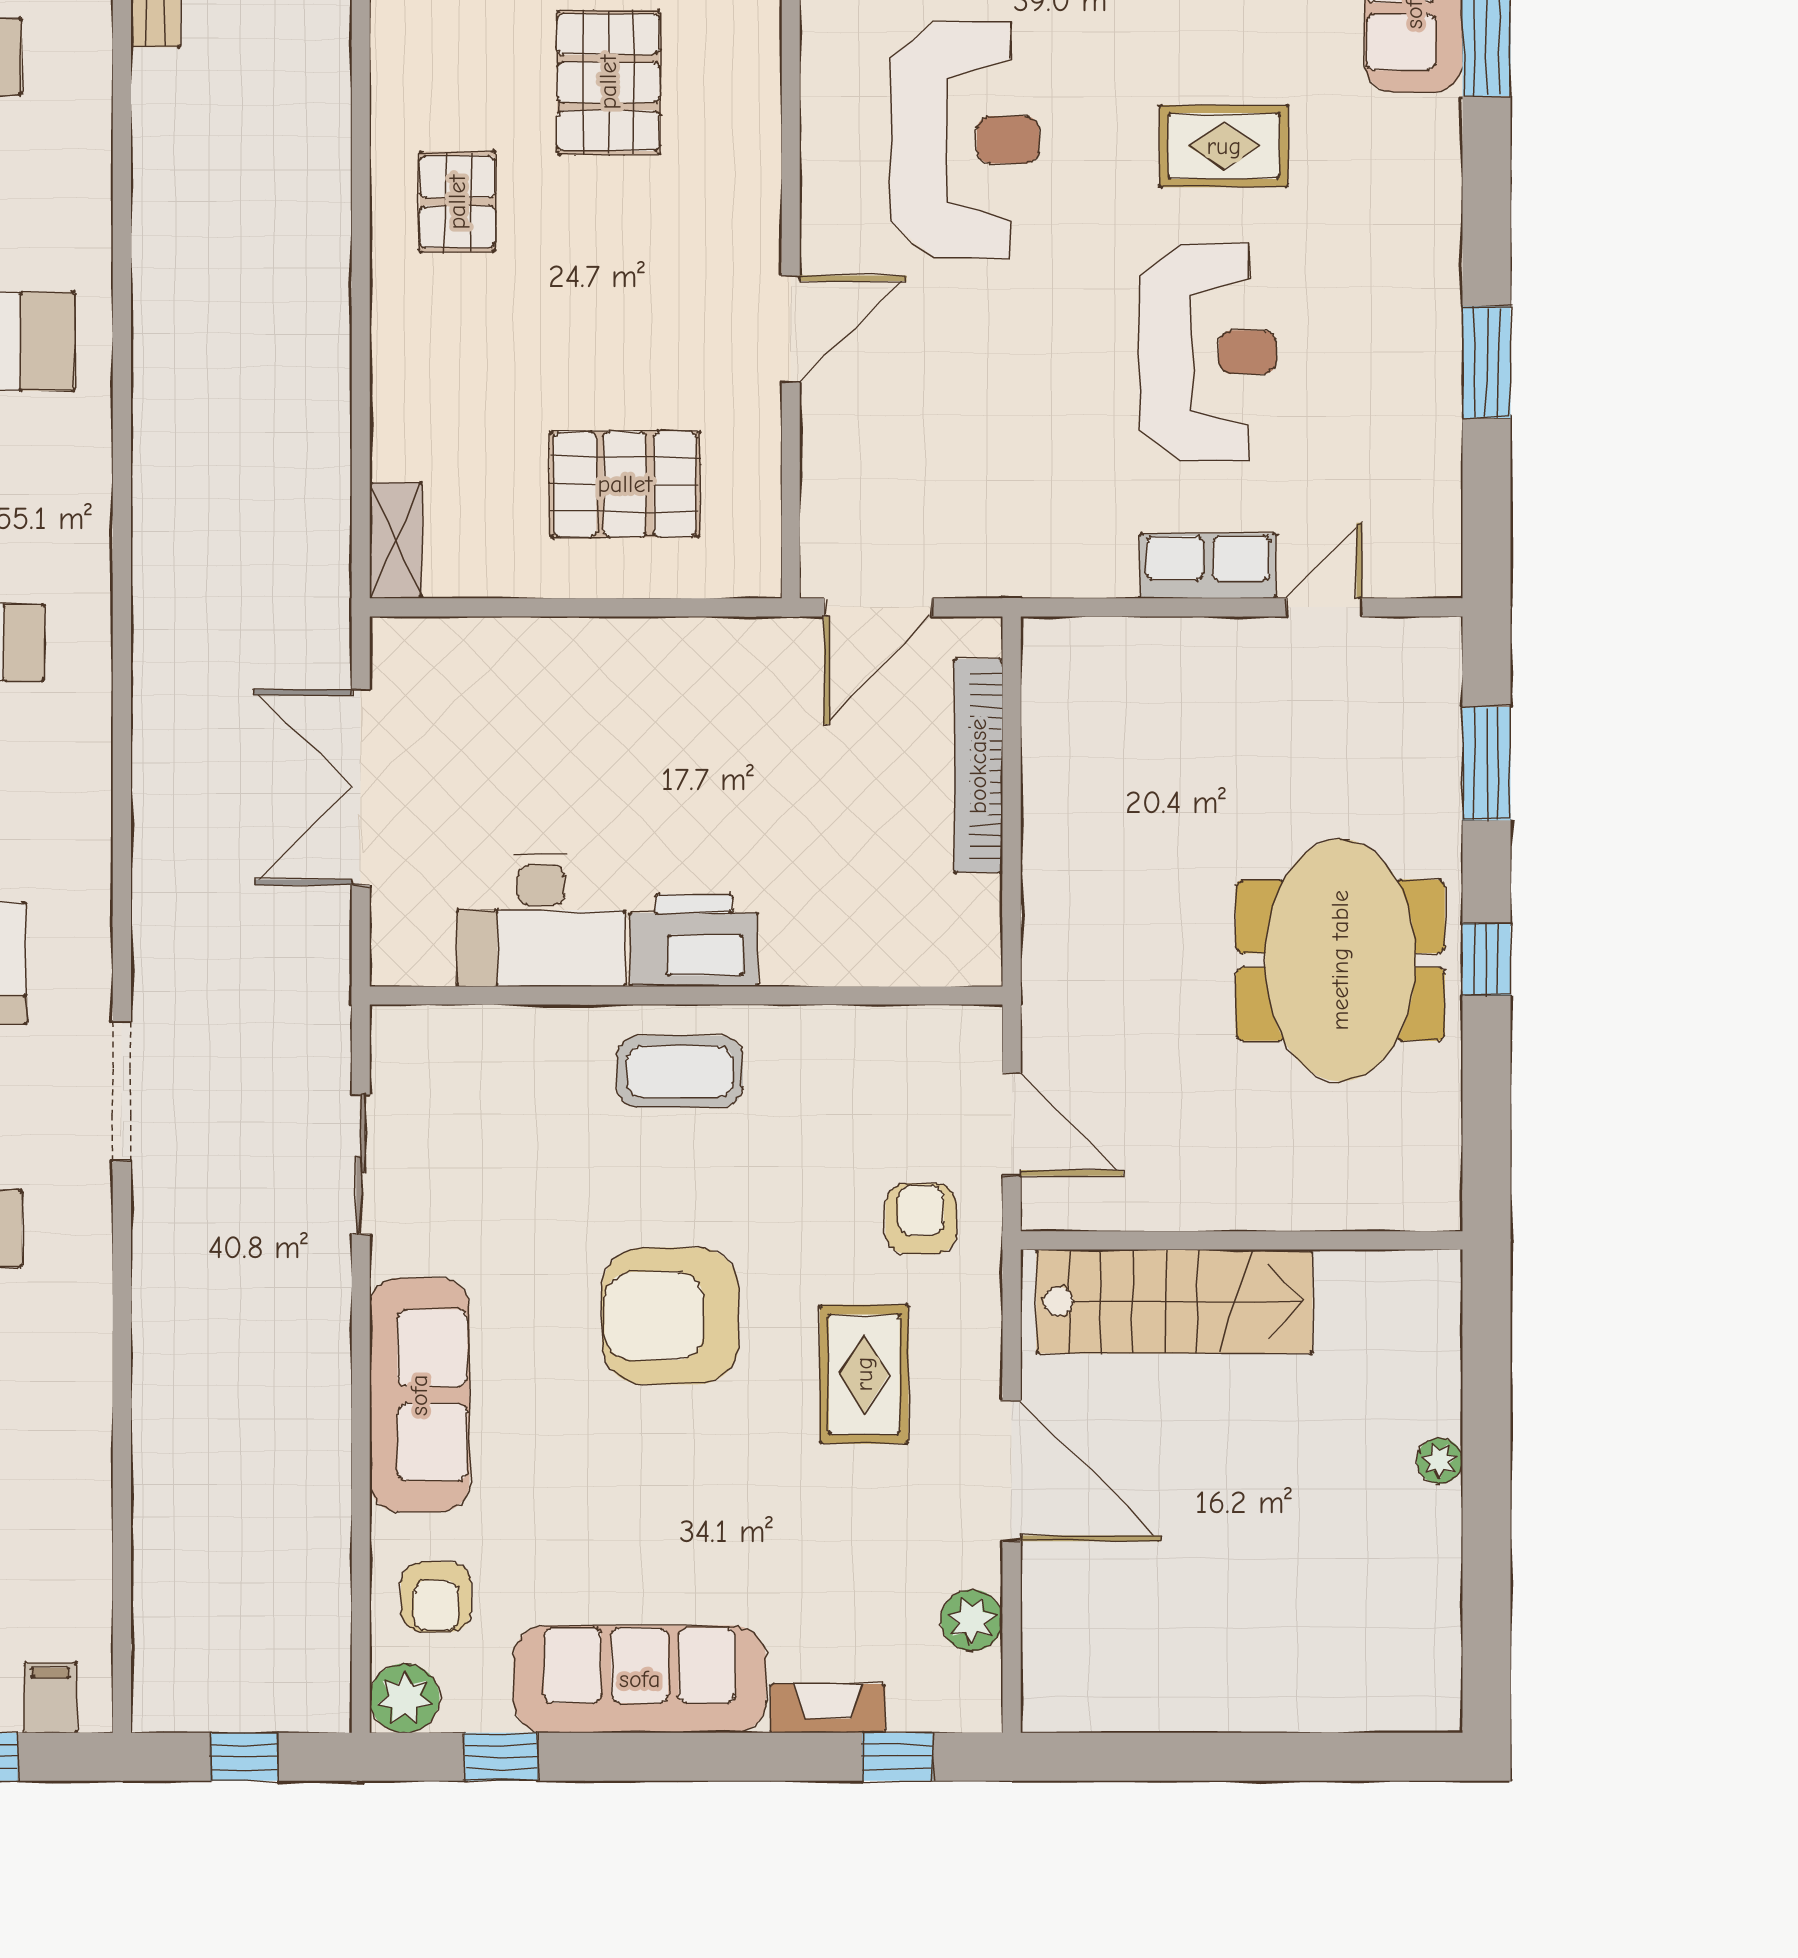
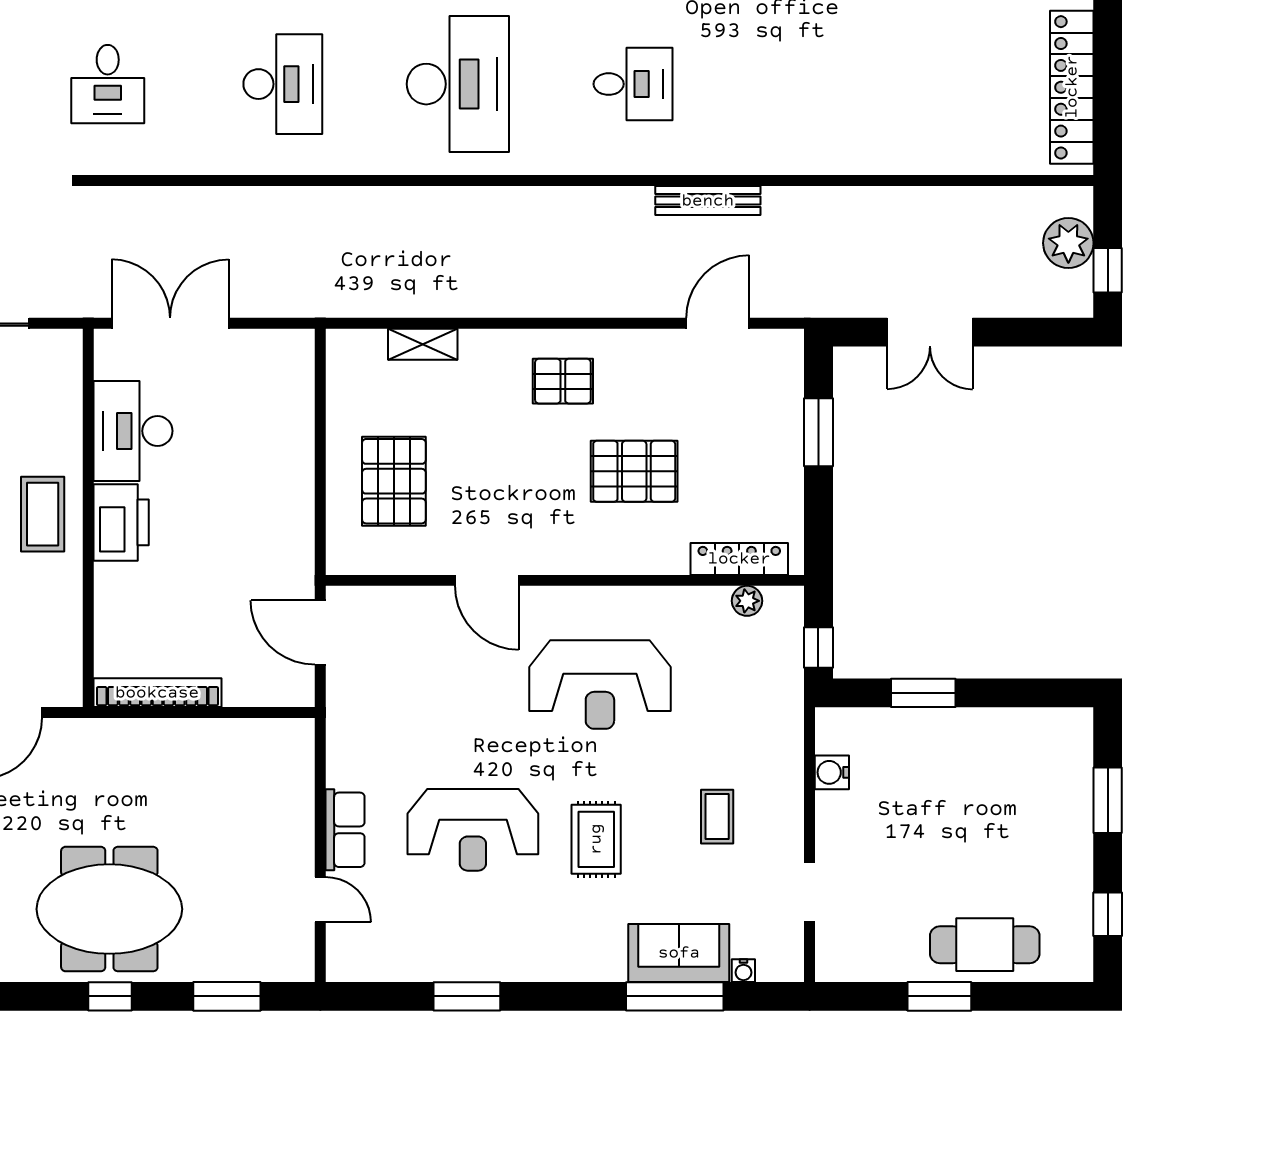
shelving: (396, 540) -> (423, 344), moved
bookcase: (978, 766) -> (157, 693), moved
double door: (361, 787) -> (170, 323), moved

